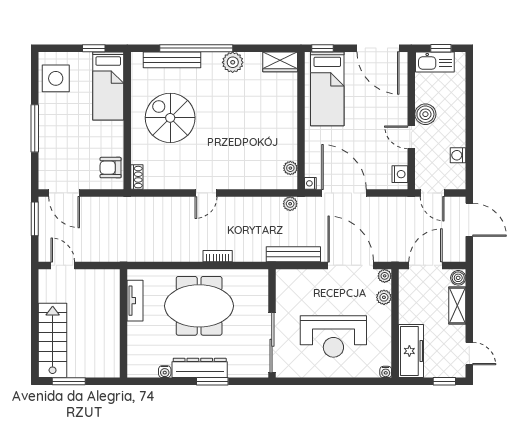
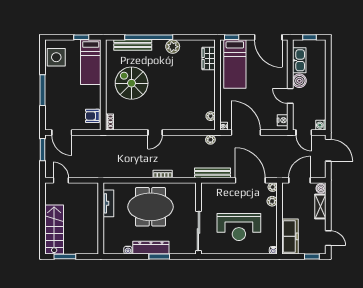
wardrobe: (280, 62) -> (209, 59), moved, turned 90
kitchen sink: (435, 62) -> (299, 60), moved, turned -90
washing machine: (458, 155) -> (321, 125), moved

